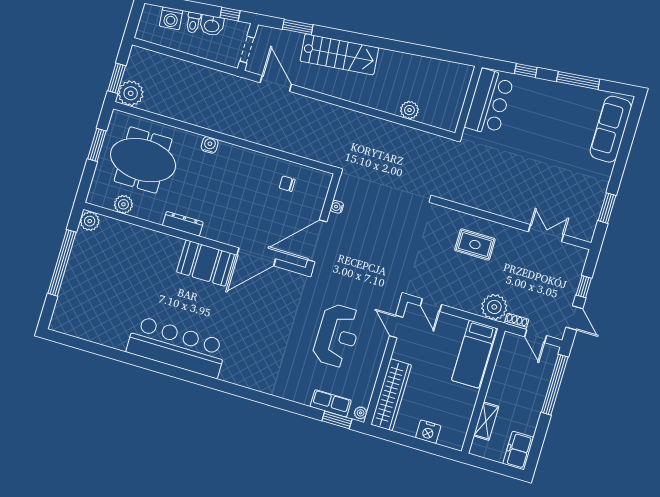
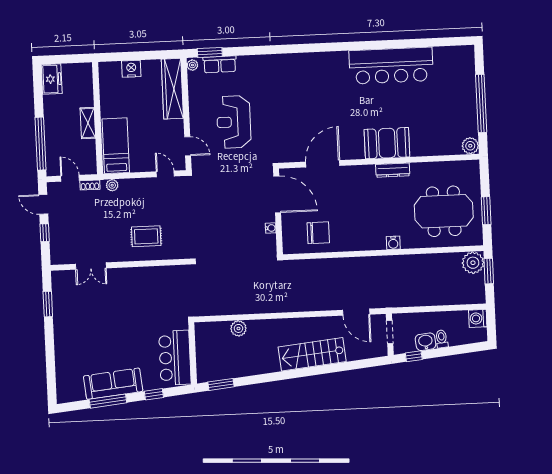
washing machine: (171, 18) -> (478, 318), moved, turned -84
window: (298, 27) -> (221, 384), moved
sofa: (611, 129) -> (113, 384), moved, turned -96
chair: (287, 184) -> (318, 233), width x1.87, depth x1.87
plant: (123, 204) -> (447, 169), removed
door: (317, 241) -> (277, 194), hinge flipped
booth: (206, 263) -> (387, 143), moved
plant: (494, 307) -> (112, 185), width x0.53, depth x0.53
bar counter: (177, 347) -> (391, 66), moved
shelving: (486, 421) -> (88, 123), moved

